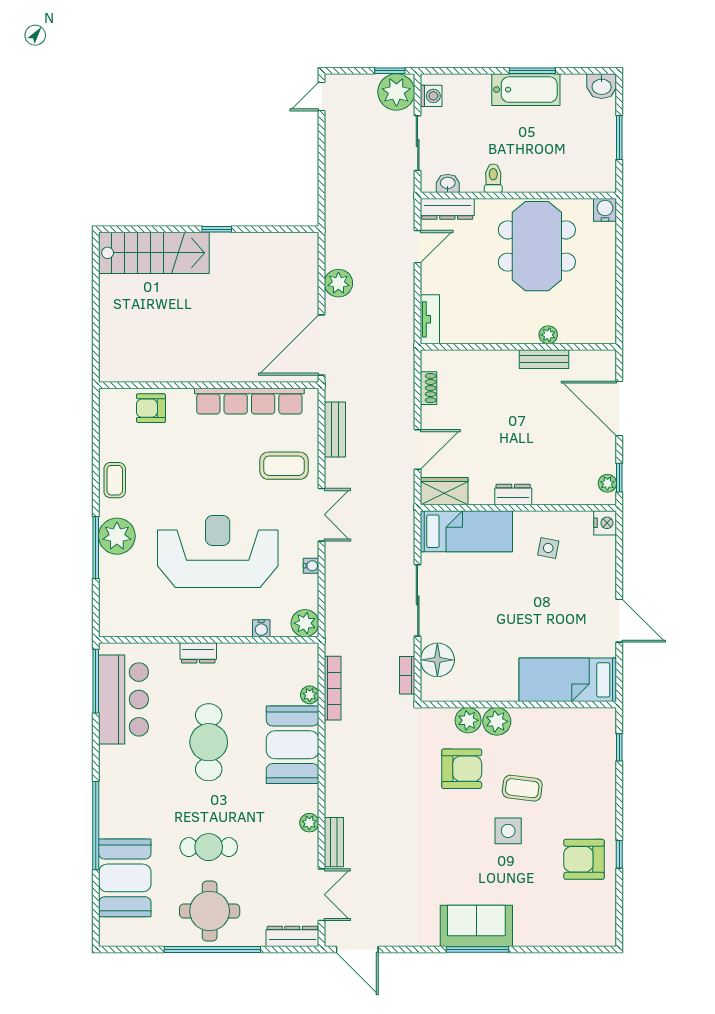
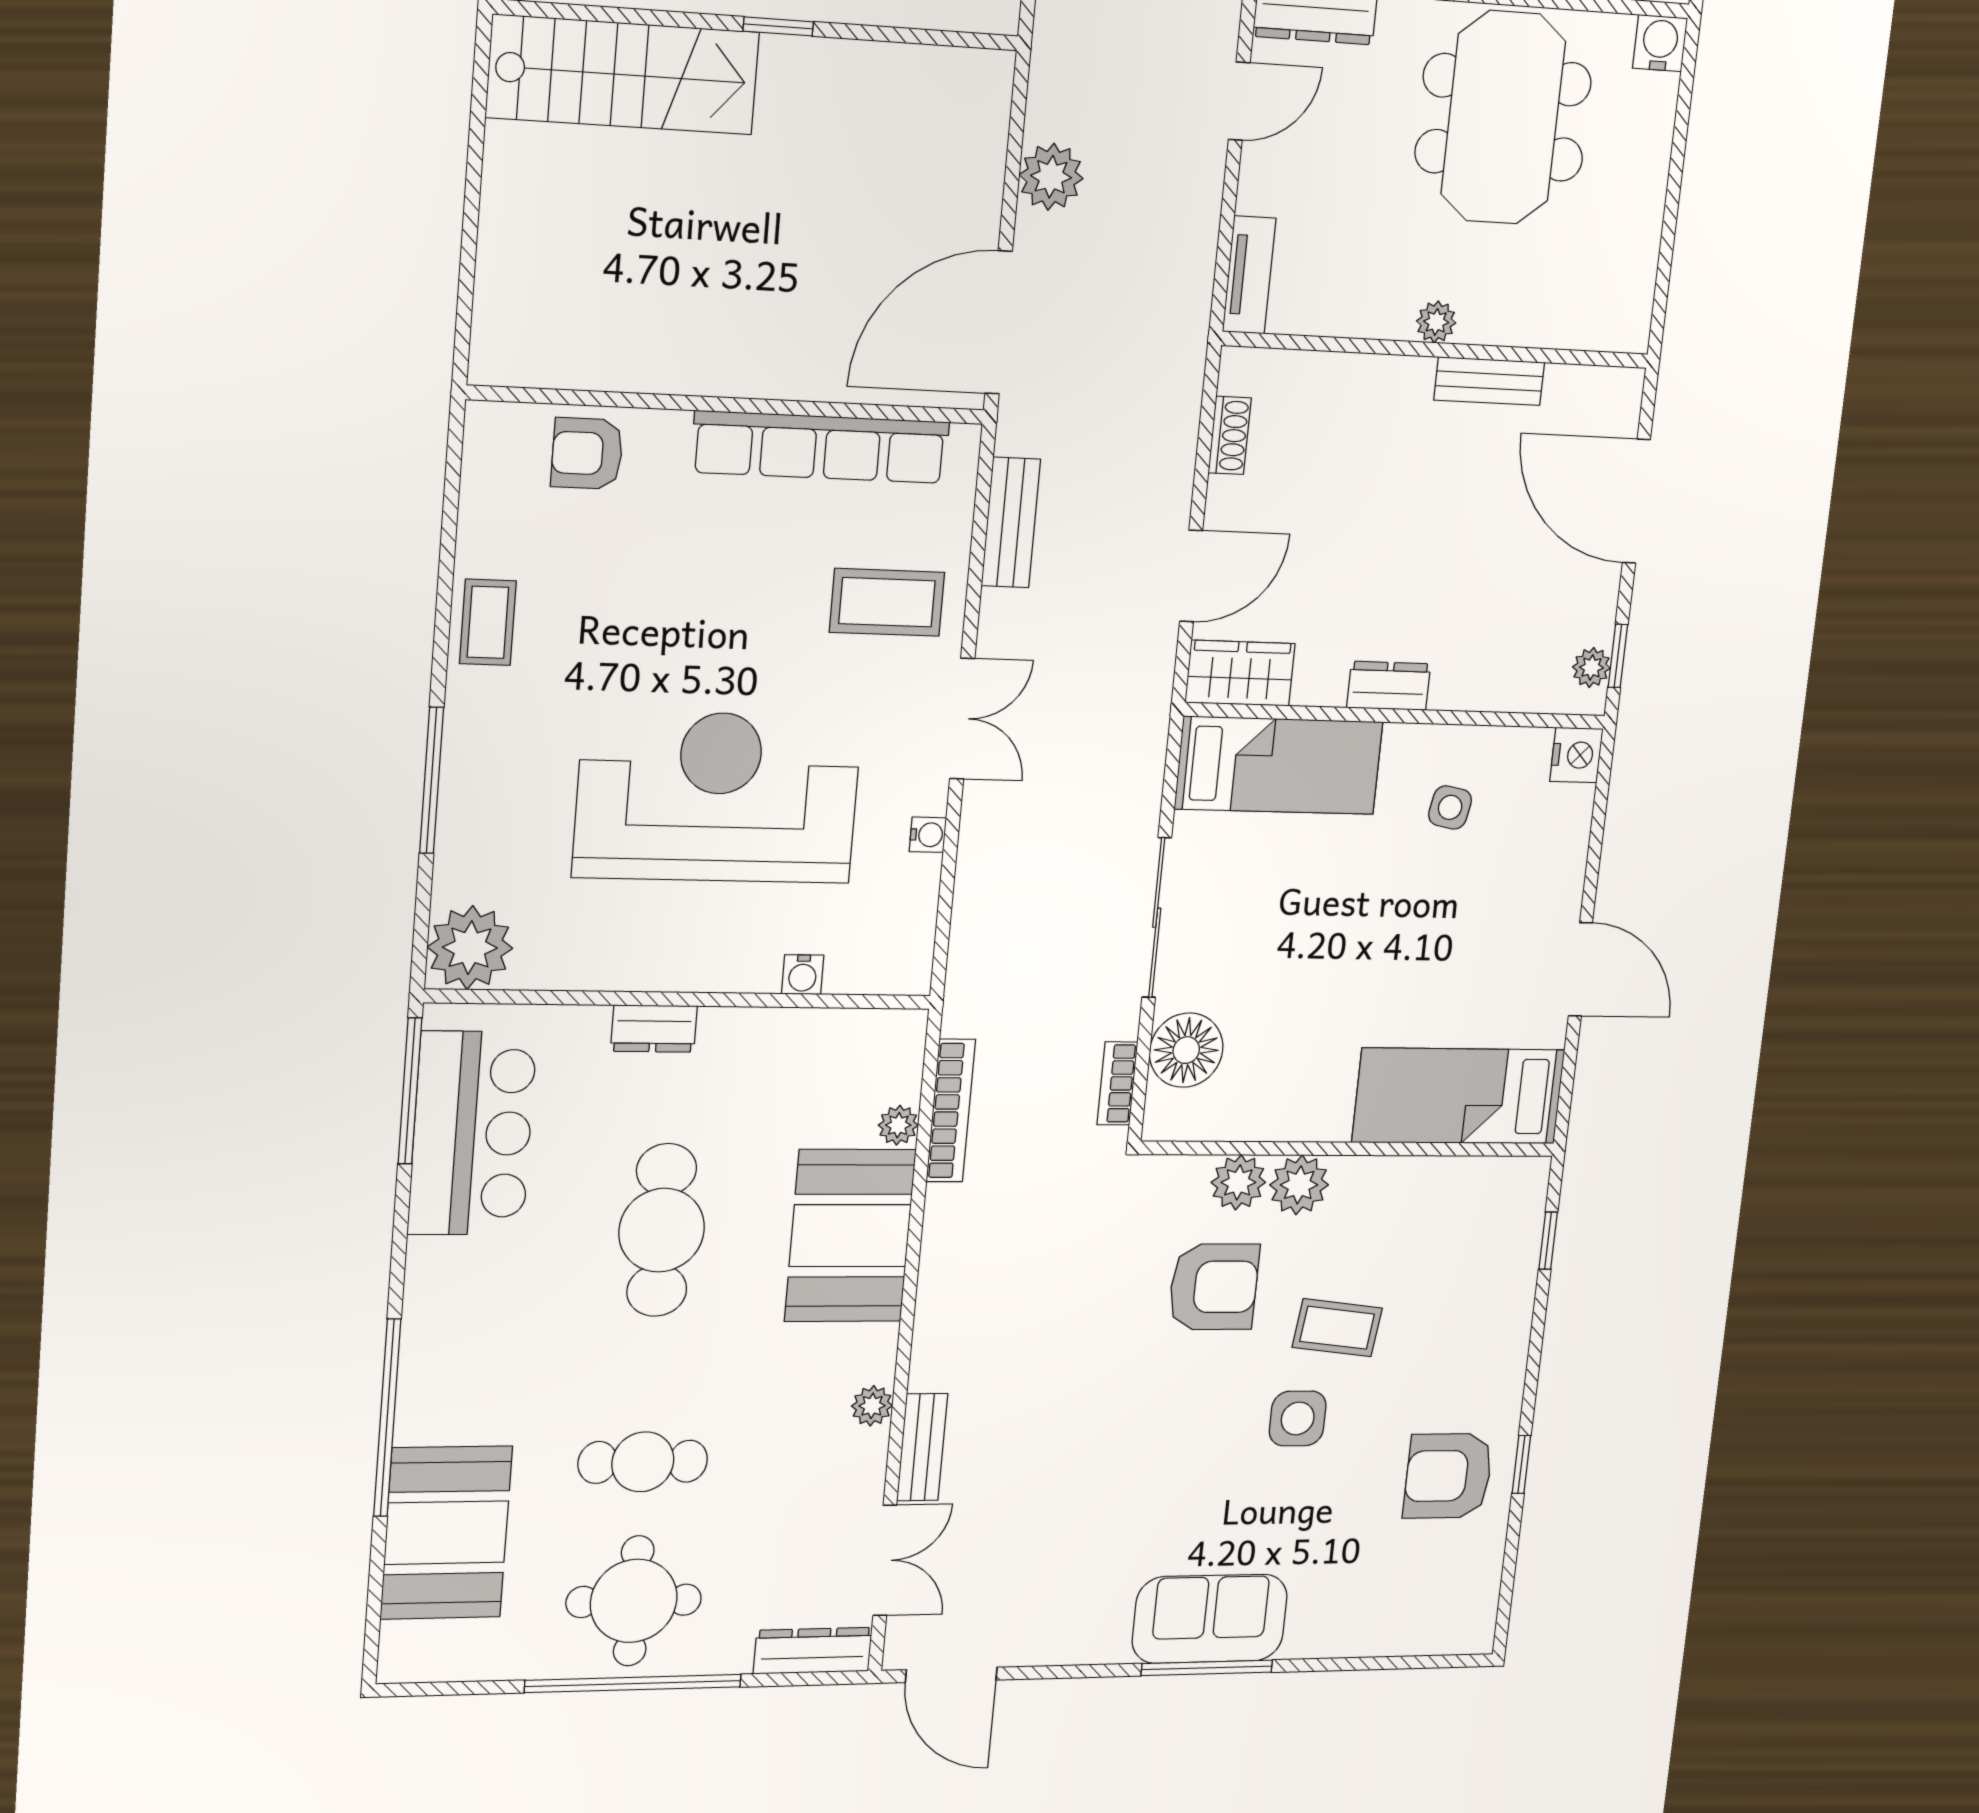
plant: (548, 335) -> (1436, 322), moved
plant: (117, 536) -> (470, 948), moved
plant: (305, 623) -> (902, 965), removed

